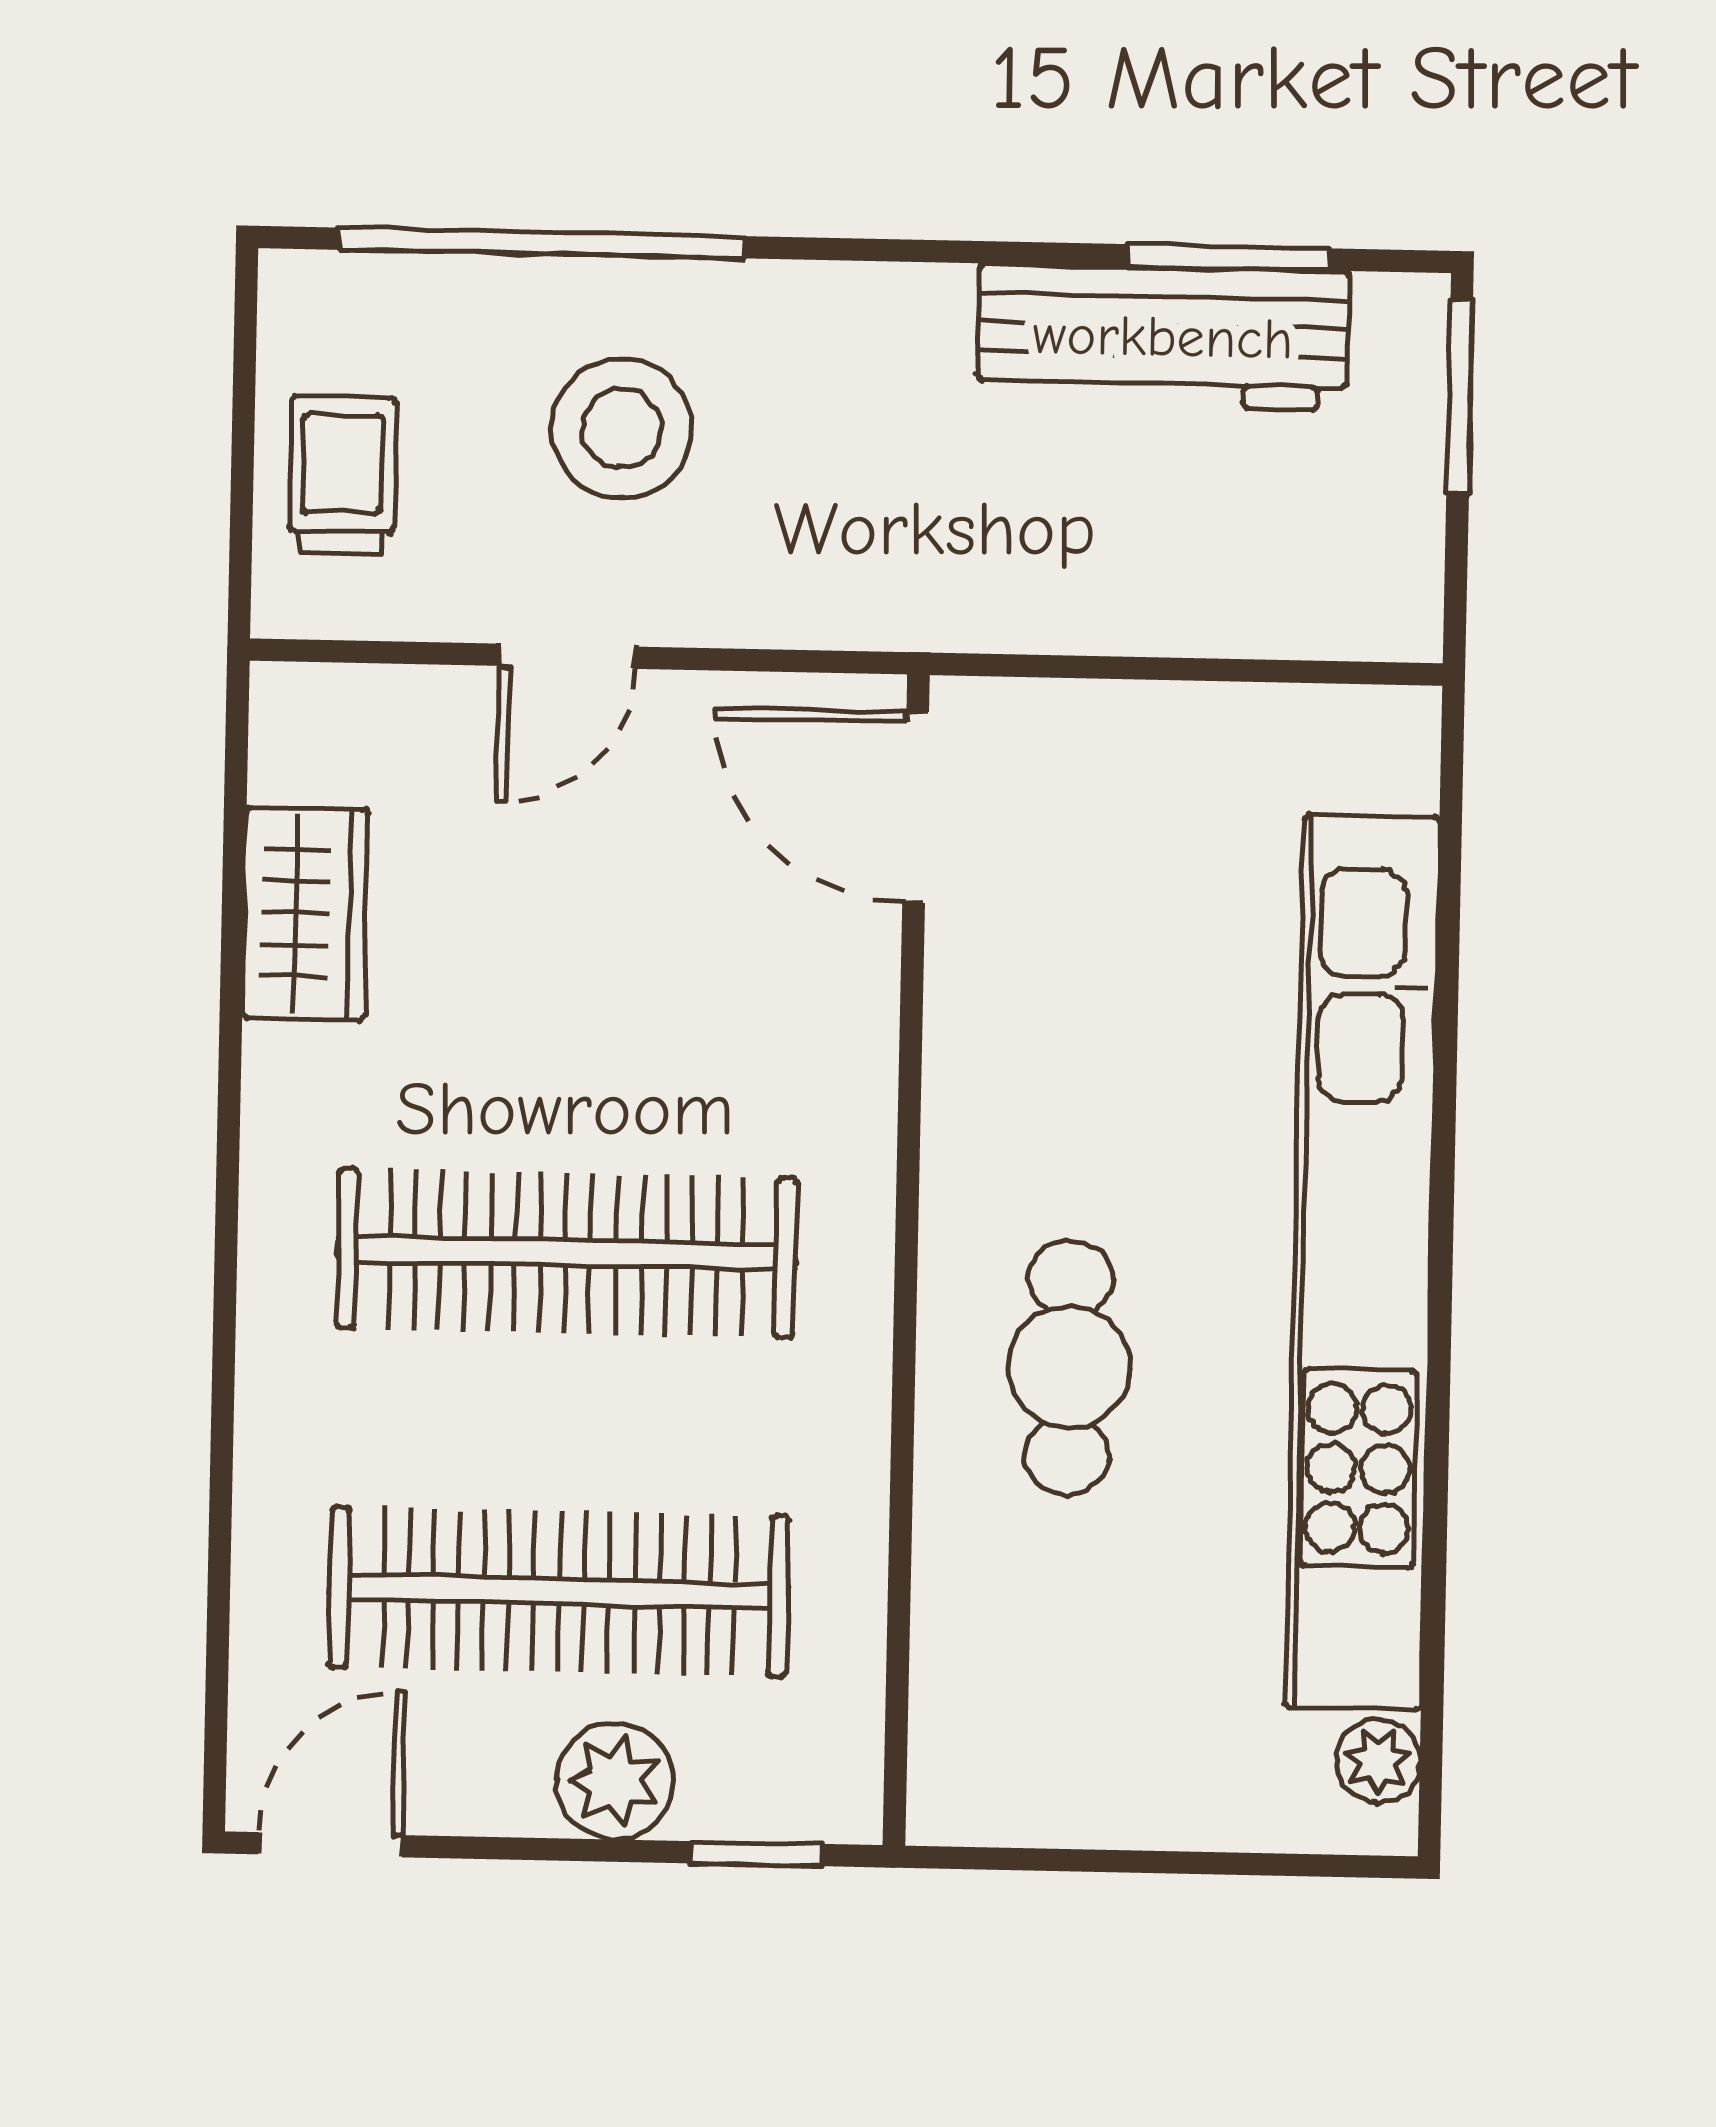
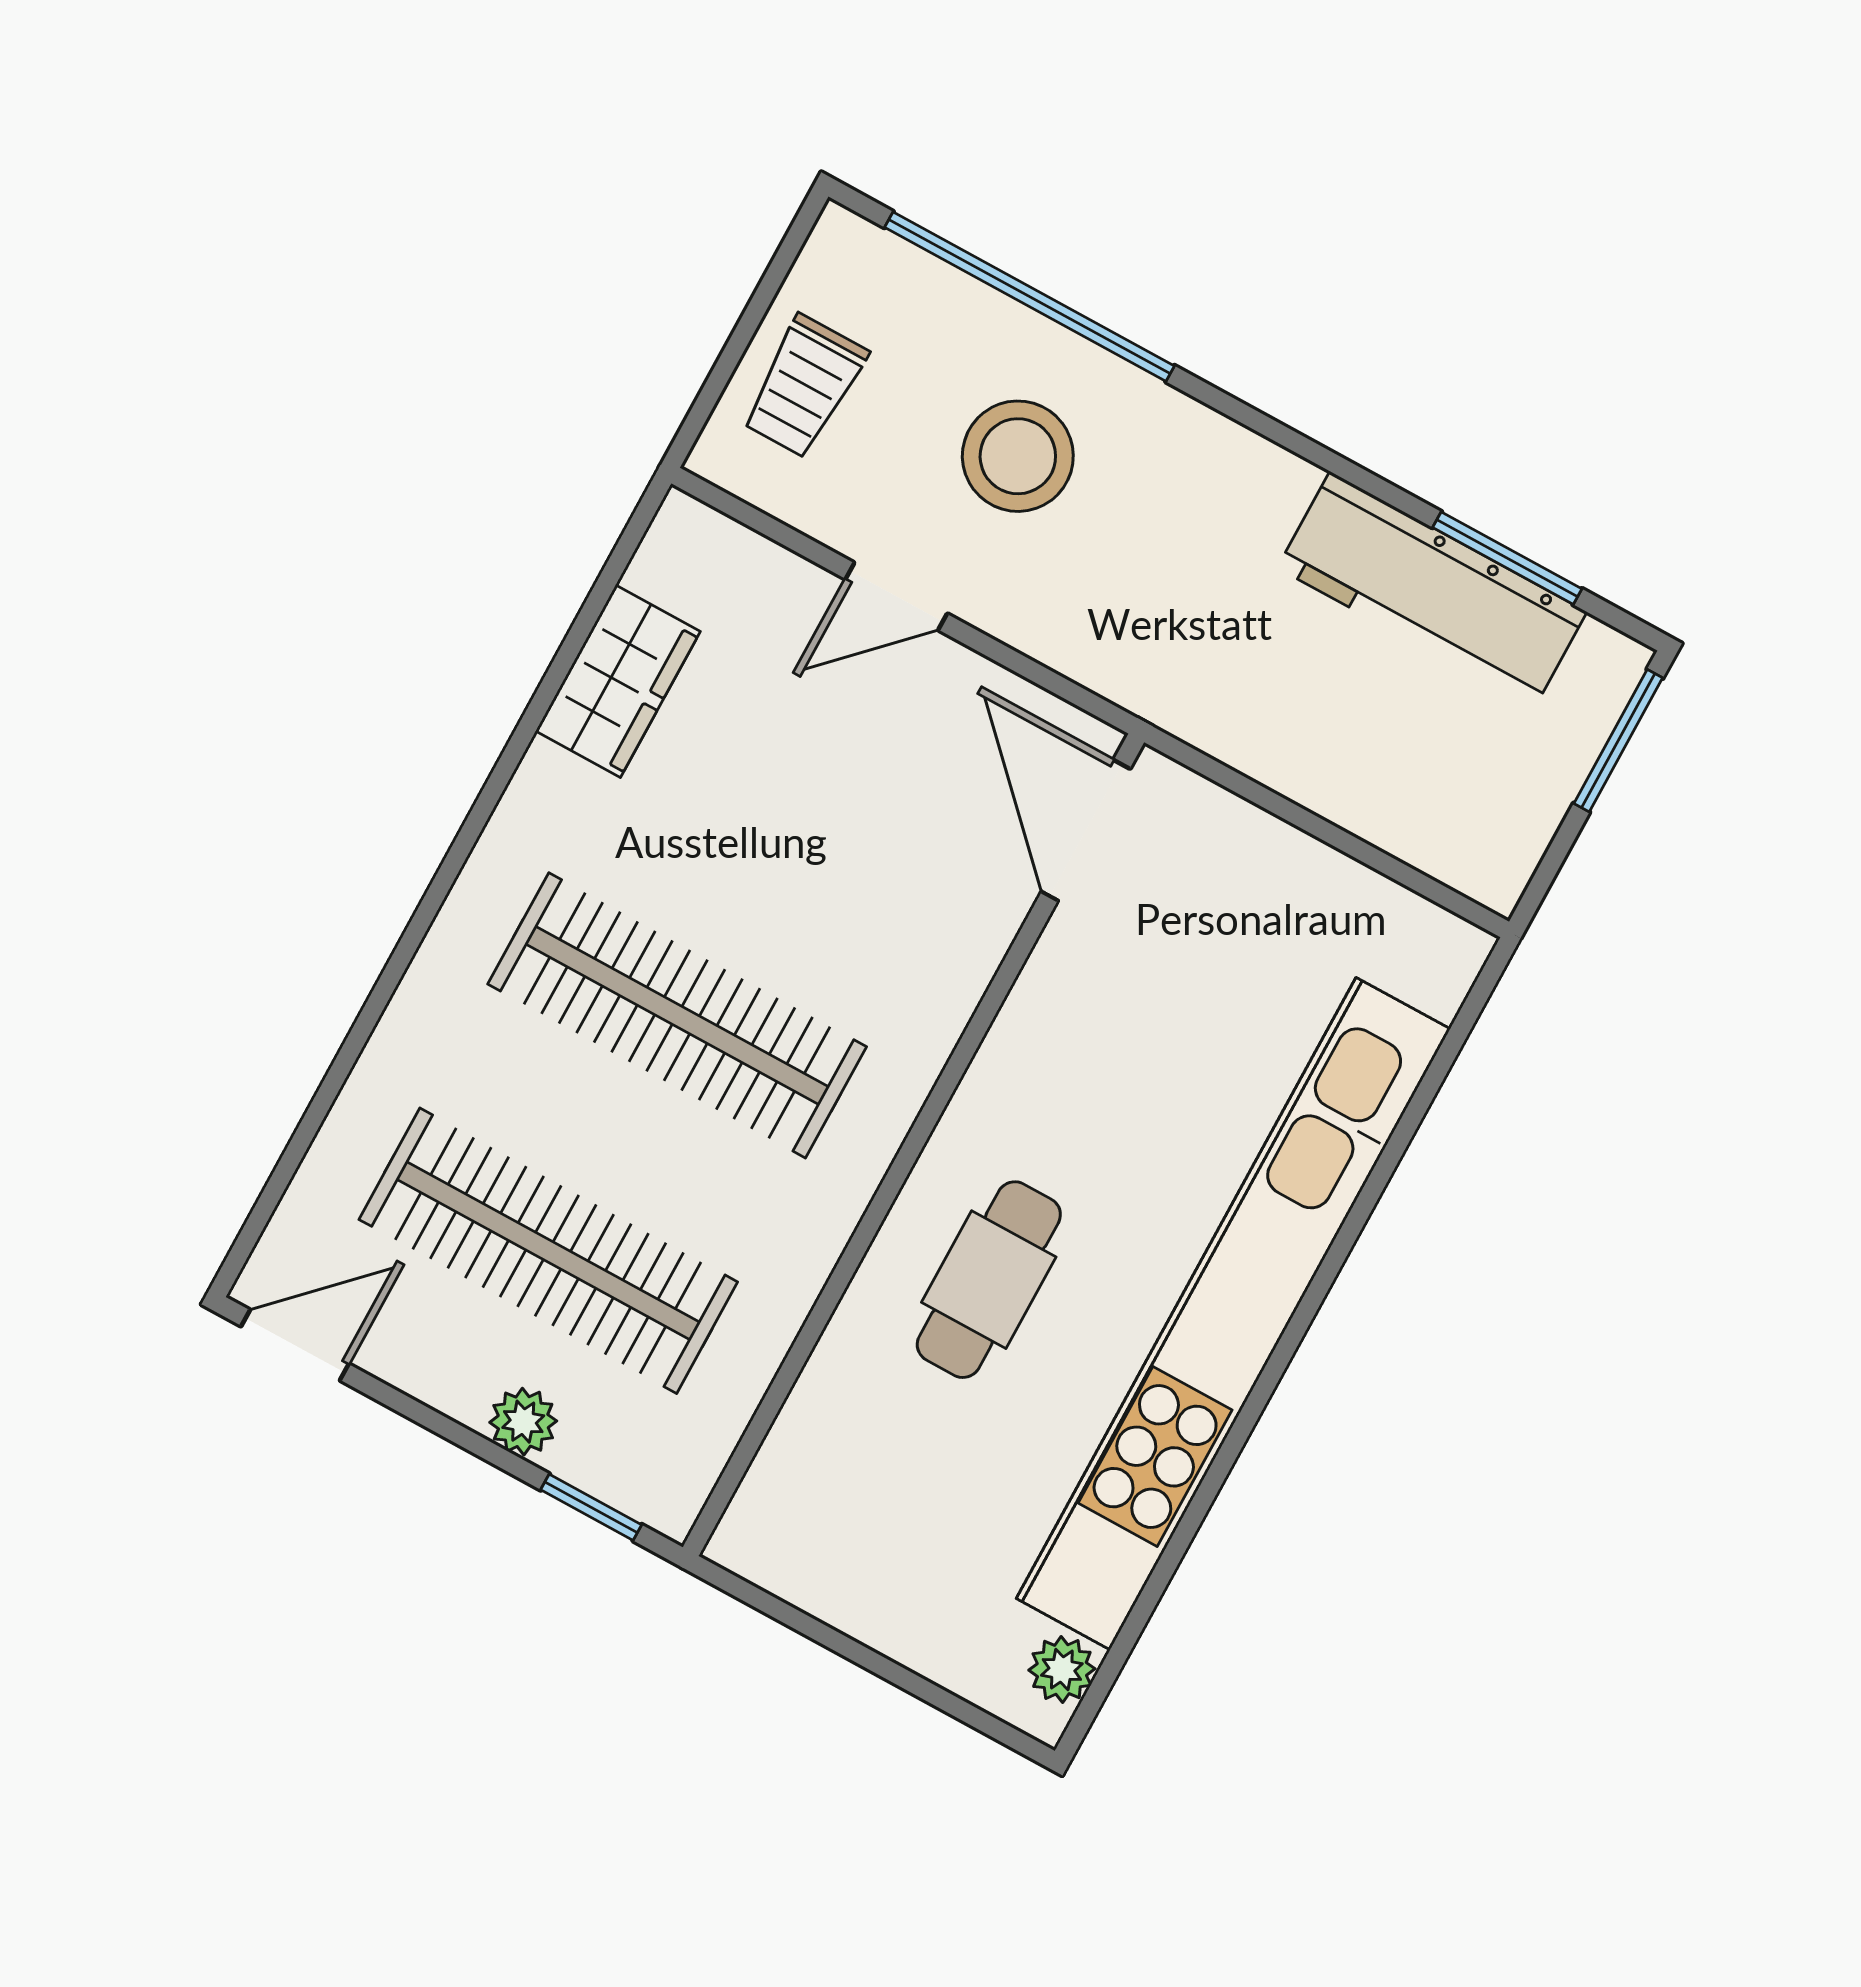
trolley: (342, 475) -> (804, 386), turned 180
plant: (615, 1781) -> (523, 1422), width x0.73, depth x0.73

